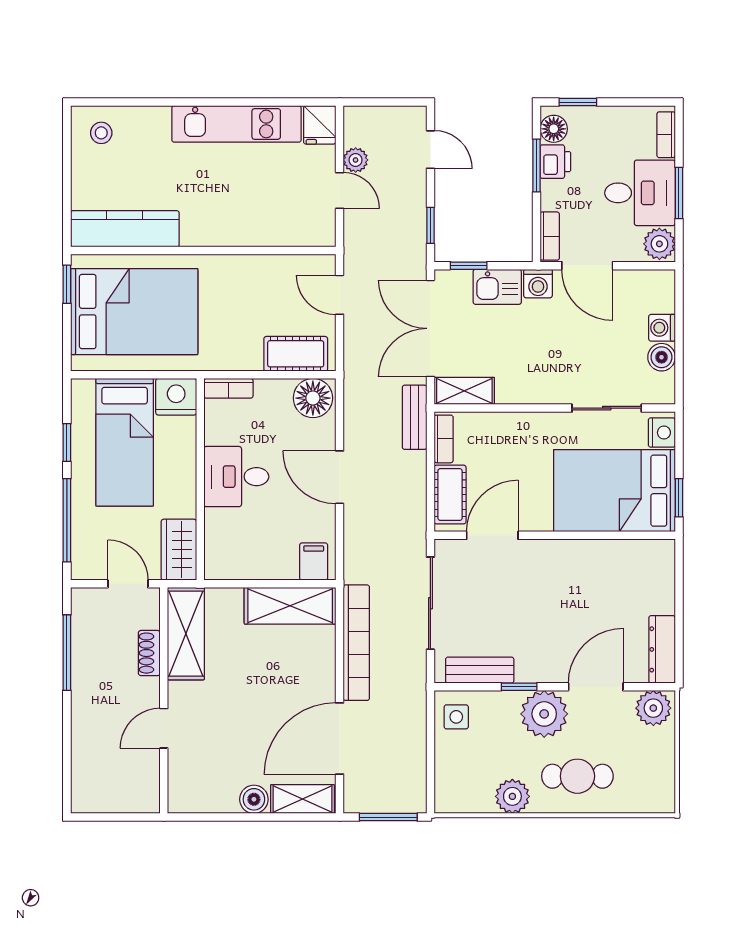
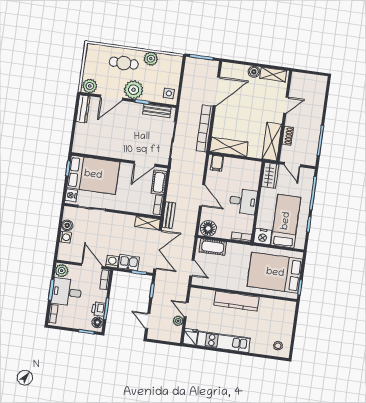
kitchen counter: (125, 229) -> (237, 301), moved
shelving: (302, 799) -> (273, 75), moved

